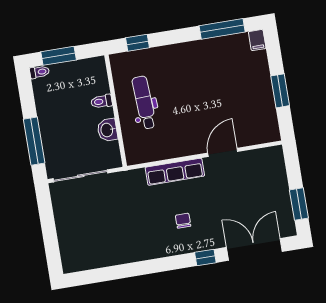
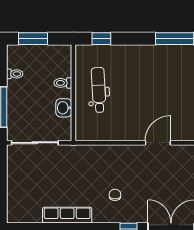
toilet: (39, 72) -> (15, 74), moved
row of seats: (175, 172) -> (67, 215), moved, turned 180

